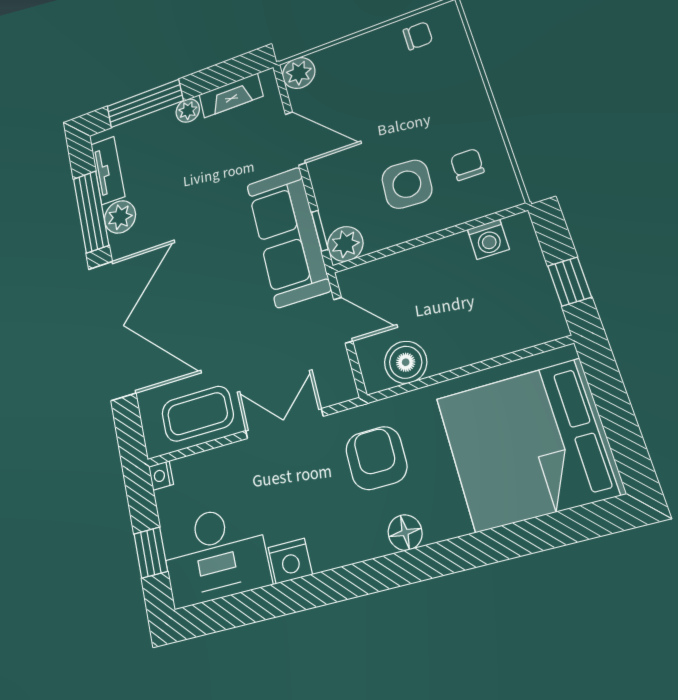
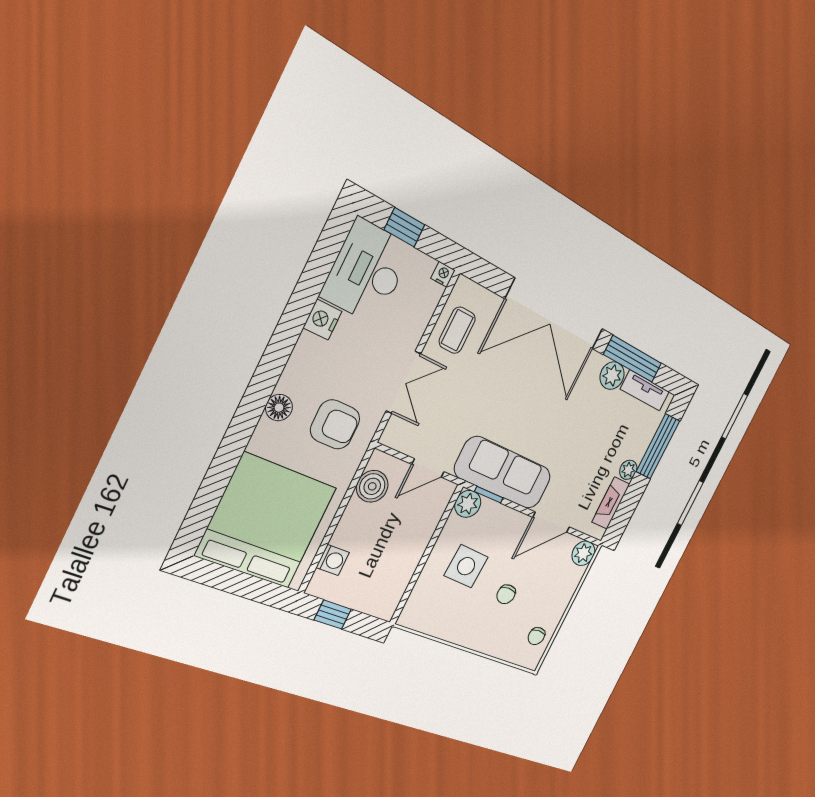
chair: (467, 164) -> (506, 594), moved, turned 90
washing machine: (488, 239) -> (333, 560), moved, turned 180
coffee table: (198, 414) -> (457, 330), width x0.73, depth x0.77

